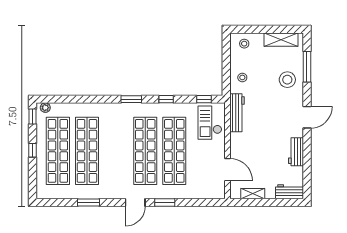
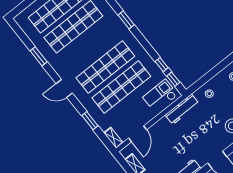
window: (131, 99) -> (126, 20), moved
window: (166, 99) -> (162, 65), moved
shelving: (214, 194) -> (113, 138), added
window: (165, 203) -> (90, 121), moved

